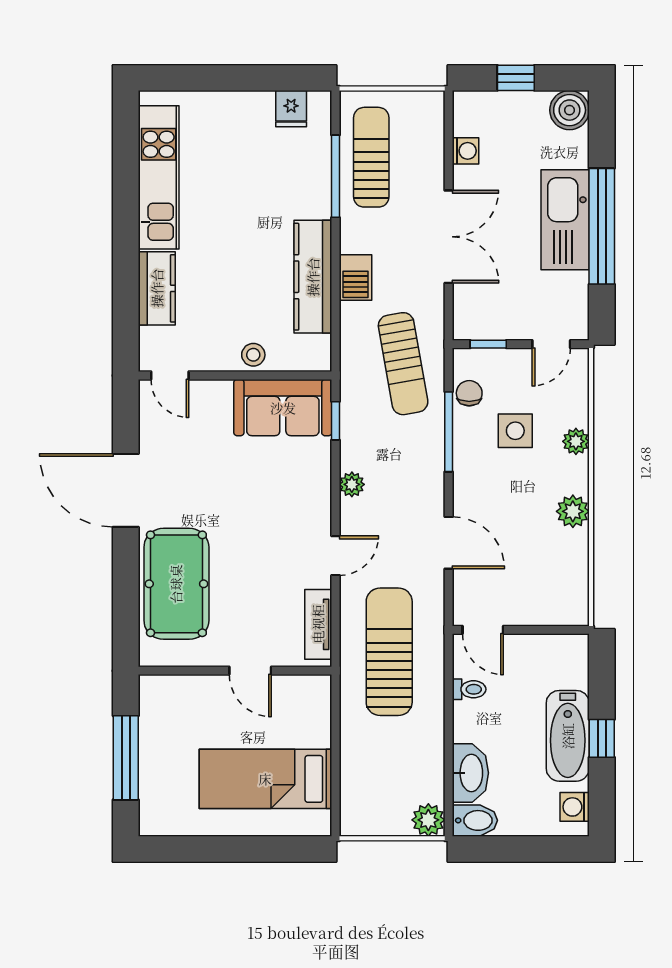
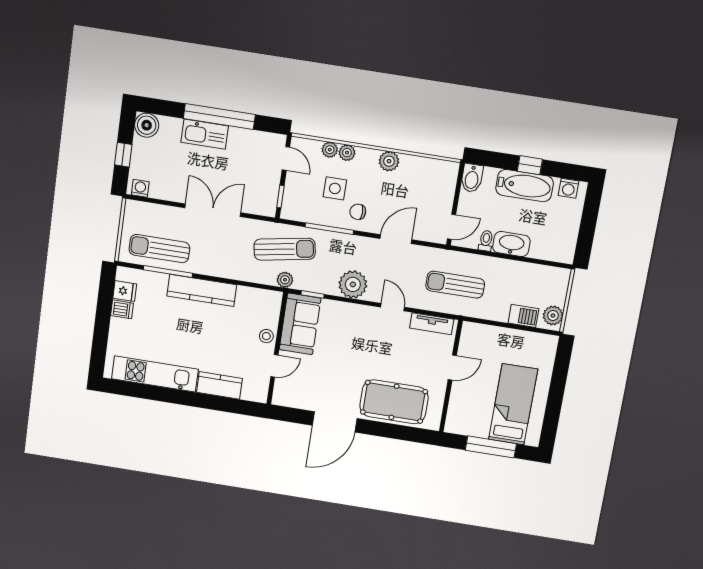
dishwasher: (260, 108) -> (122, 309), added
washing machine: (466, 151) -> (140, 188), moved
kitchen sink: (565, 220) -> (205, 134), width x0.73, depth x0.81
kitchen counter: (313, 277) -> (202, 290), moved
barbecue: (355, 277) -> (523, 316), moved
plant: (353, 372) -> (285, 280), added
door: (170, 376) -> (274, 366), moved
chair: (469, 393) -> (358, 212), moved
plant: (576, 413) -> (330, 150), added
plant: (352, 484) -> (353, 284), width x1.87, depth x1.87
sun lounger: (389, 652) -> (455, 285), width x0.73, depth x0.75
washbasin: (470, 773) -> (511, 244), moved
bed: (265, 779) -> (513, 404), moved, turned 180
plant: (428, 820) -> (553, 315), moved
bidet: (475, 820) -> (472, 178), moved, turned 180

